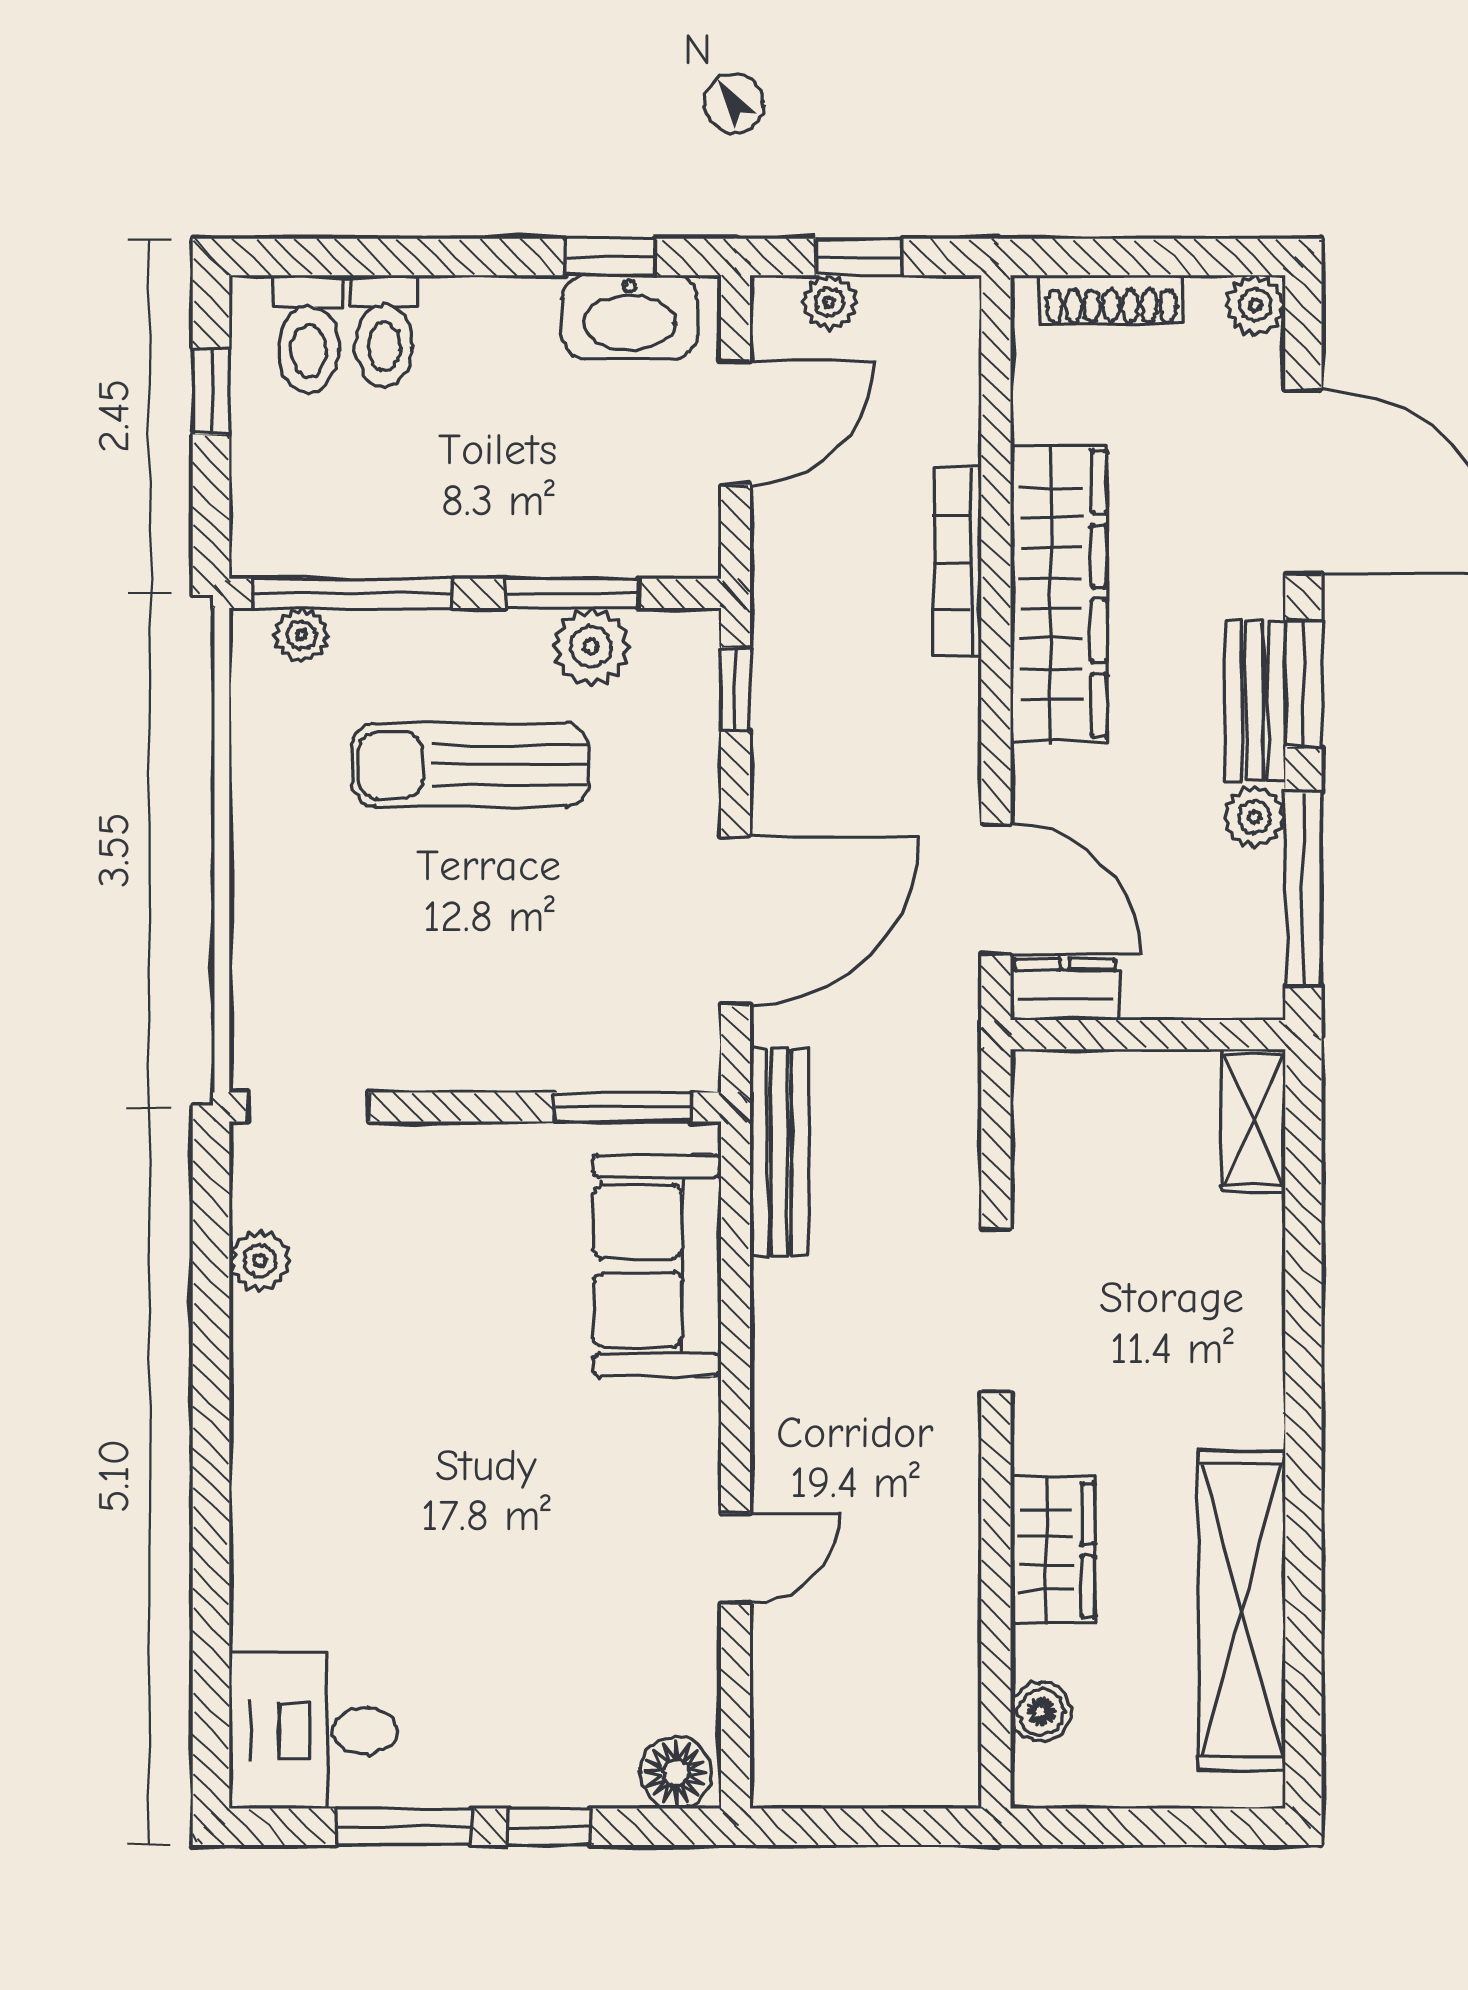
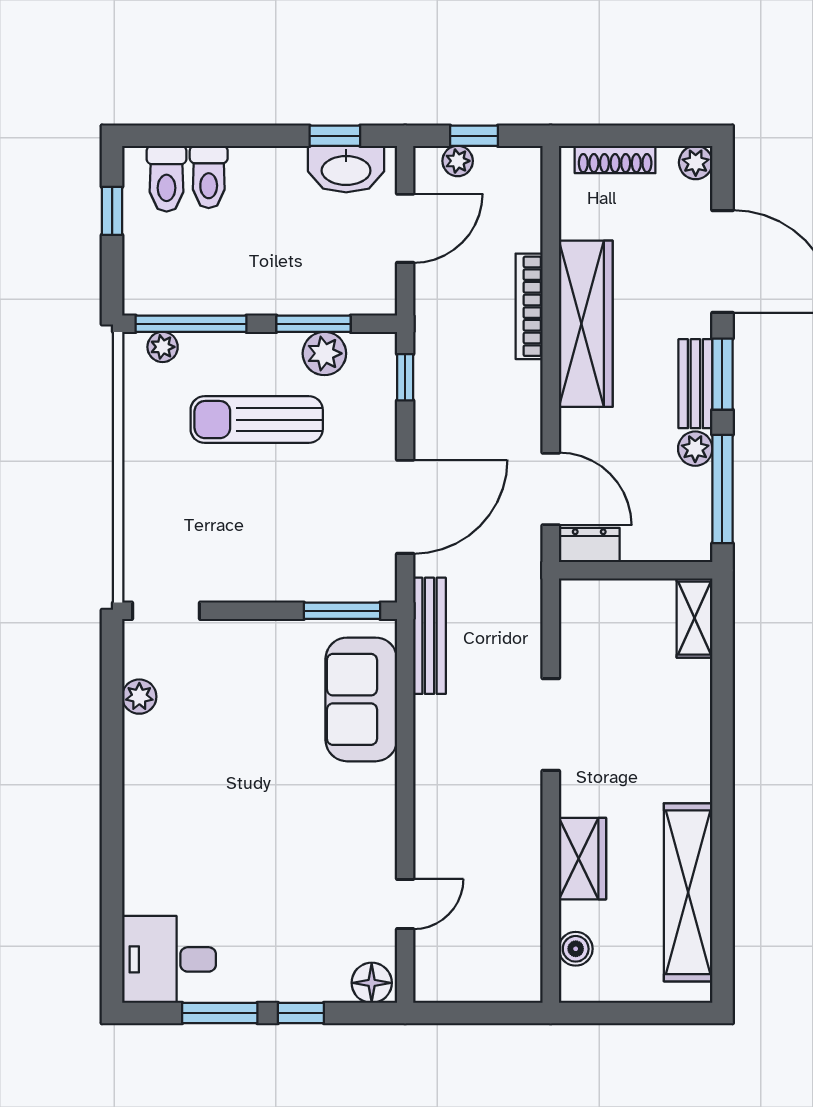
door: (736, 1558) -> (405, 904), moved

